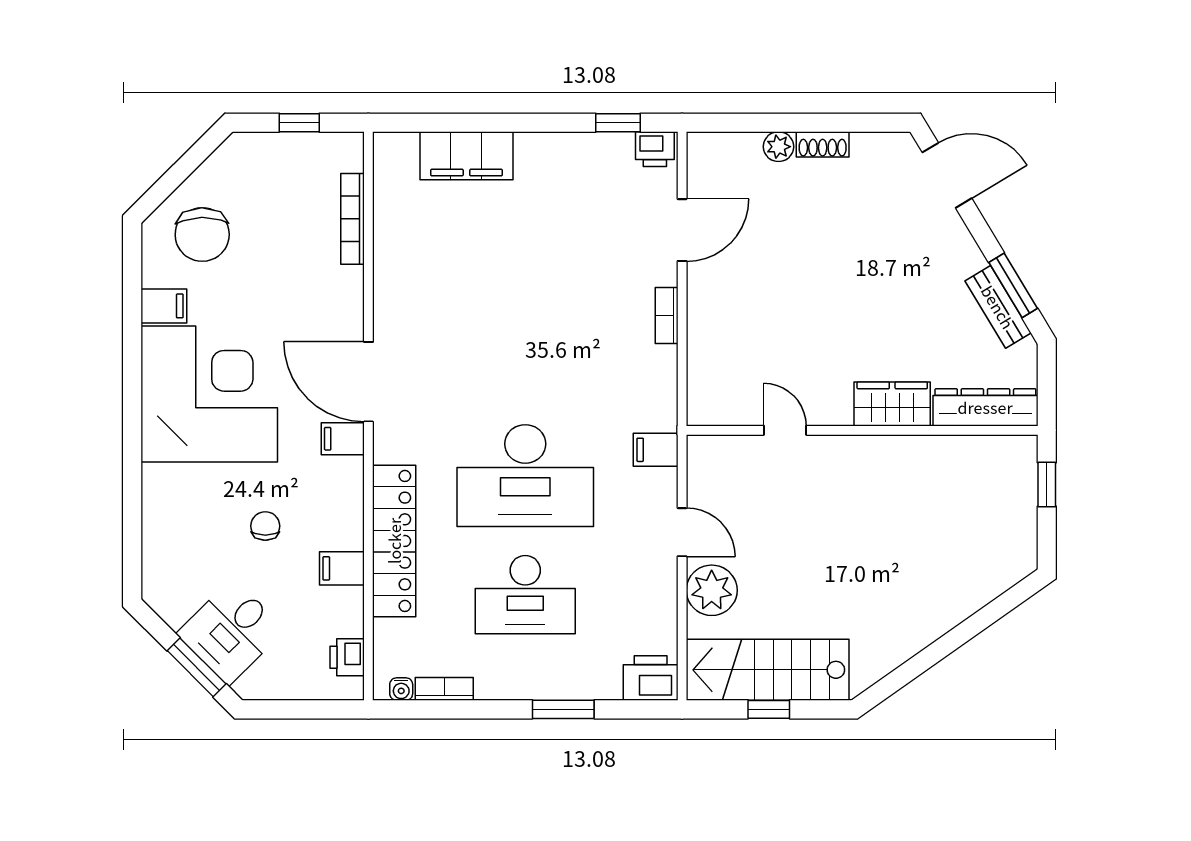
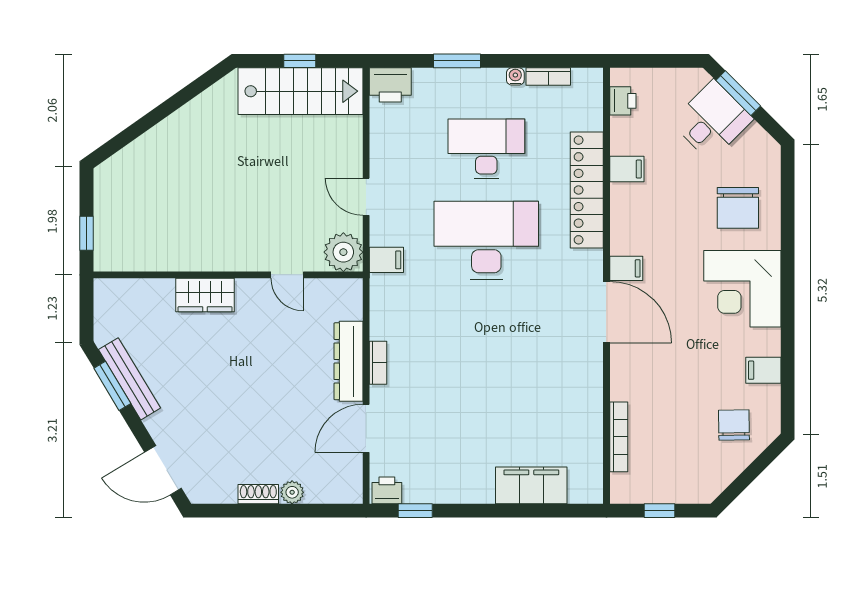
chair: (202, 234) -> (734, 425), width x0.73, depth x0.73
bench: (998, 307) -> (129, 379), width x1.36
corner desk: (209, 394) -> (742, 289), width x0.74, depth x0.74
dresser: (985, 407) -> (348, 361), moved, turned 90
chair: (265, 526) -> (738, 208), moved, width x1.87, depth x1.87
plant: (712, 590) -> (343, 252), moved
water cooler: (401, 689) -> (515, 76), moved

